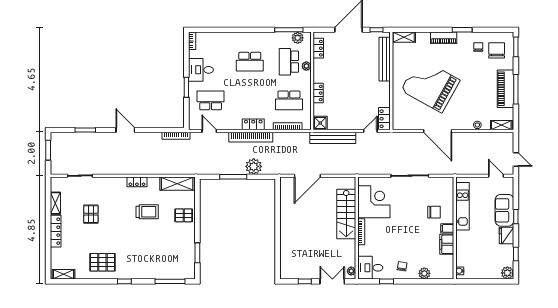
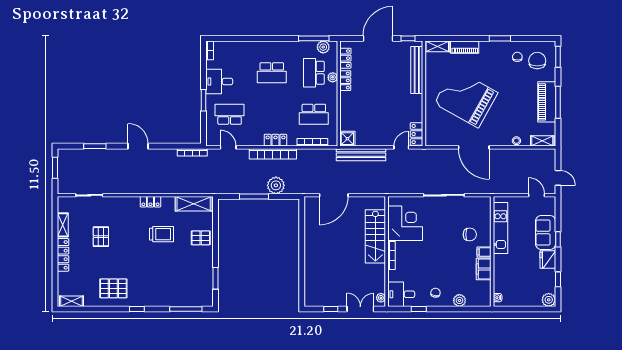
piano: (444, 38) -> (465, 47), moved
locker: (318, 93) -> (345, 81), moved

